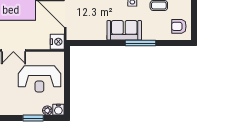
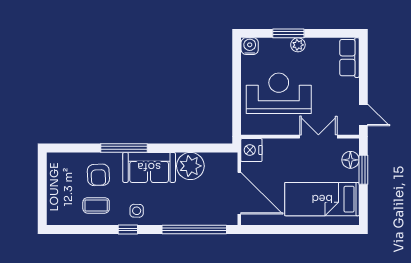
armchair: (179, 26) -> (98, 175), moved, turned 88
plant: (97, 31) -> (190, 166), added
plant: (47, 111) -> (298, 45), moved

